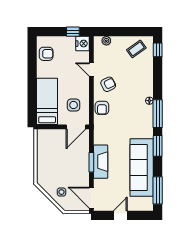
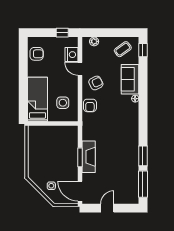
nightstand: (83, 44) -> (71, 55), moved
window: (158, 114) -> (143, 111), removed
door: (76, 127) -> (65, 124), removed
window: (158, 146) -> (143, 156), moved
sofa: (142, 168) -> (130, 79), moved, width x0.54, depth x0.79

